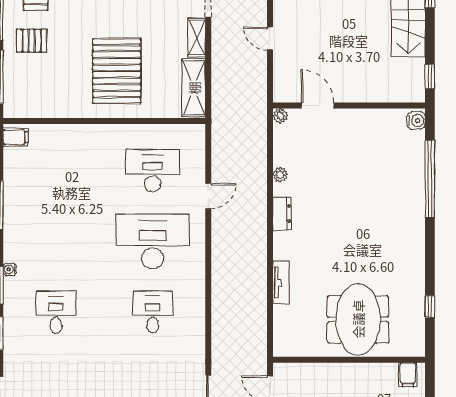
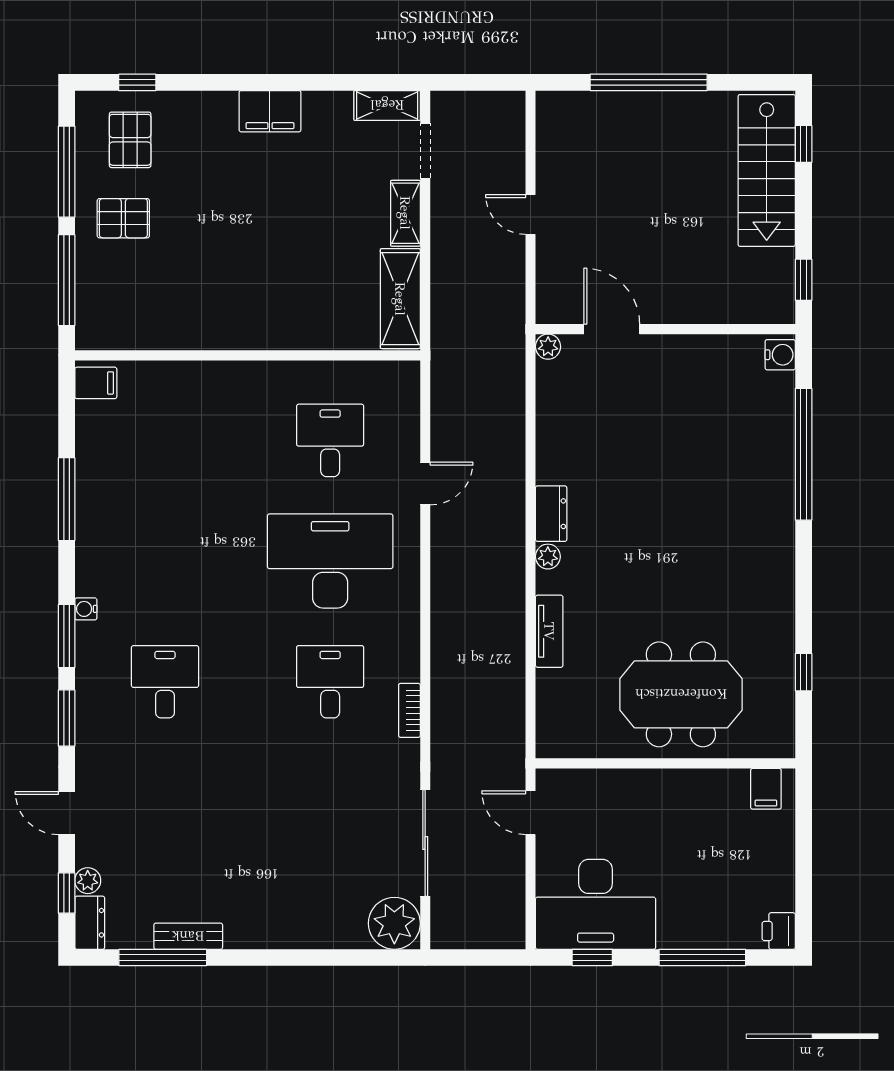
pallet: (117, 71) -> (269, 270), removed
desk: (153, 171) -> (330, 440), width x0.73
plant: (280, 175) -> (548, 557), moved
meeting table: (358, 319) -> (681, 694), turned 90
bookcase: (199, 329) -> (409, 710), added

